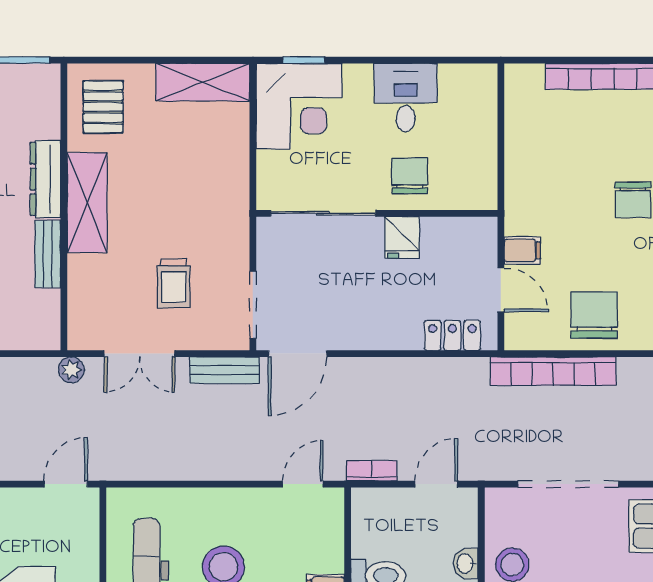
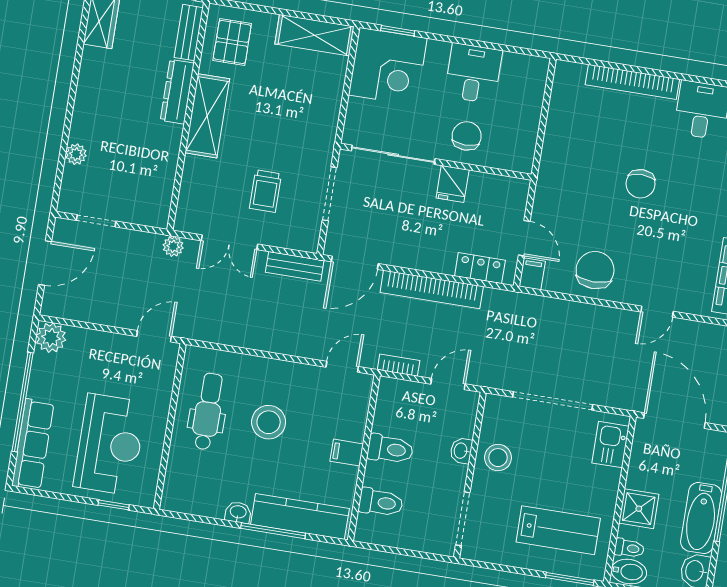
filing cabinet: (522, 250) -> (532, 274), moved, turned -90
bench: (48, 254) -> (189, 33), moved
doorway: (253, 305) -> (330, 194), moved
bookcase: (553, 371) -> (432, 289), moved

